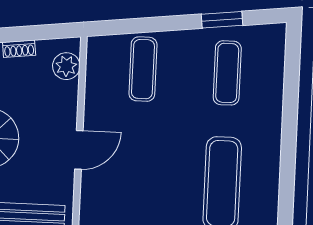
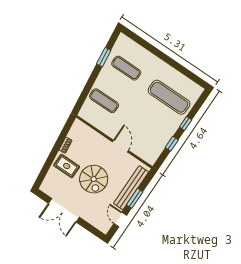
plant: (66, 66) -> (84, 131), removed

